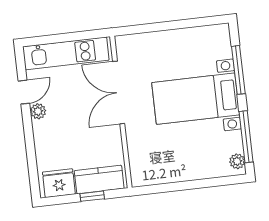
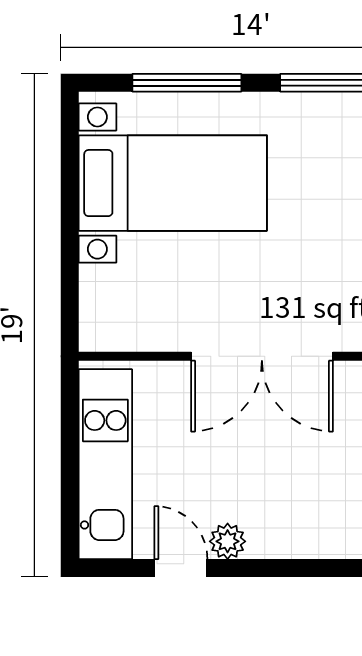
double door: (119, 93) -> (262, 356), moved
bed with nightstands: (196, 99) -> (173, 183), moved, turned -90

